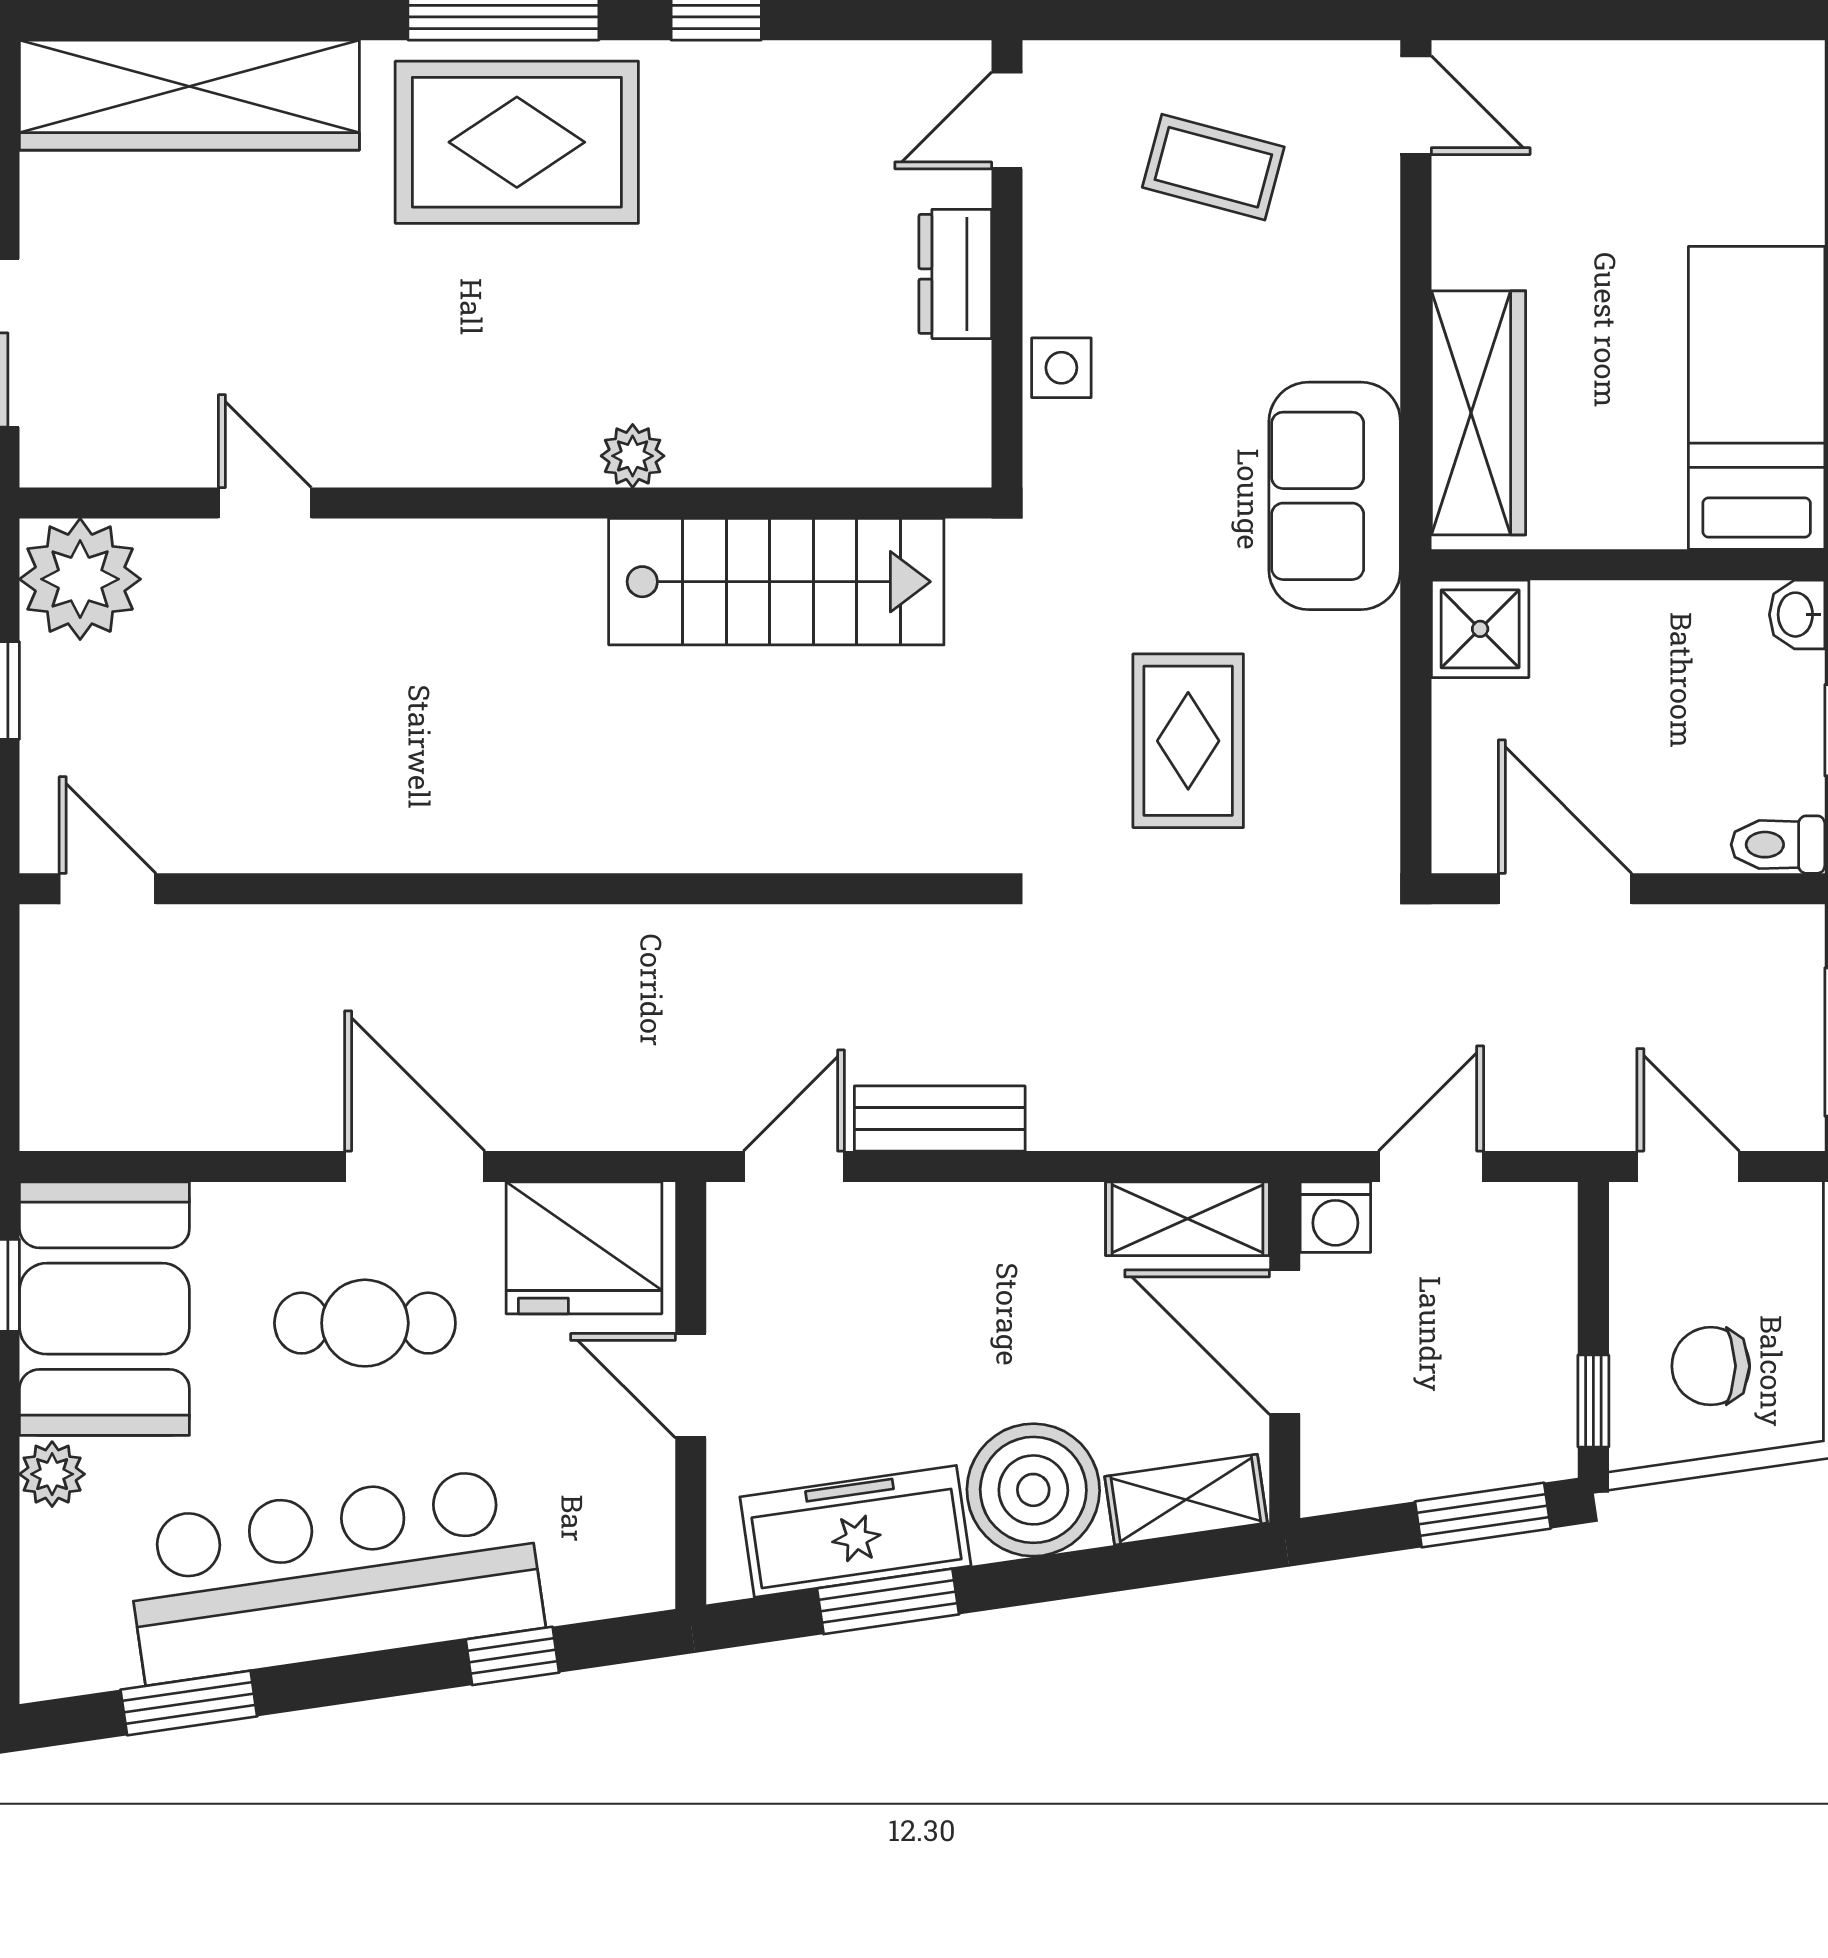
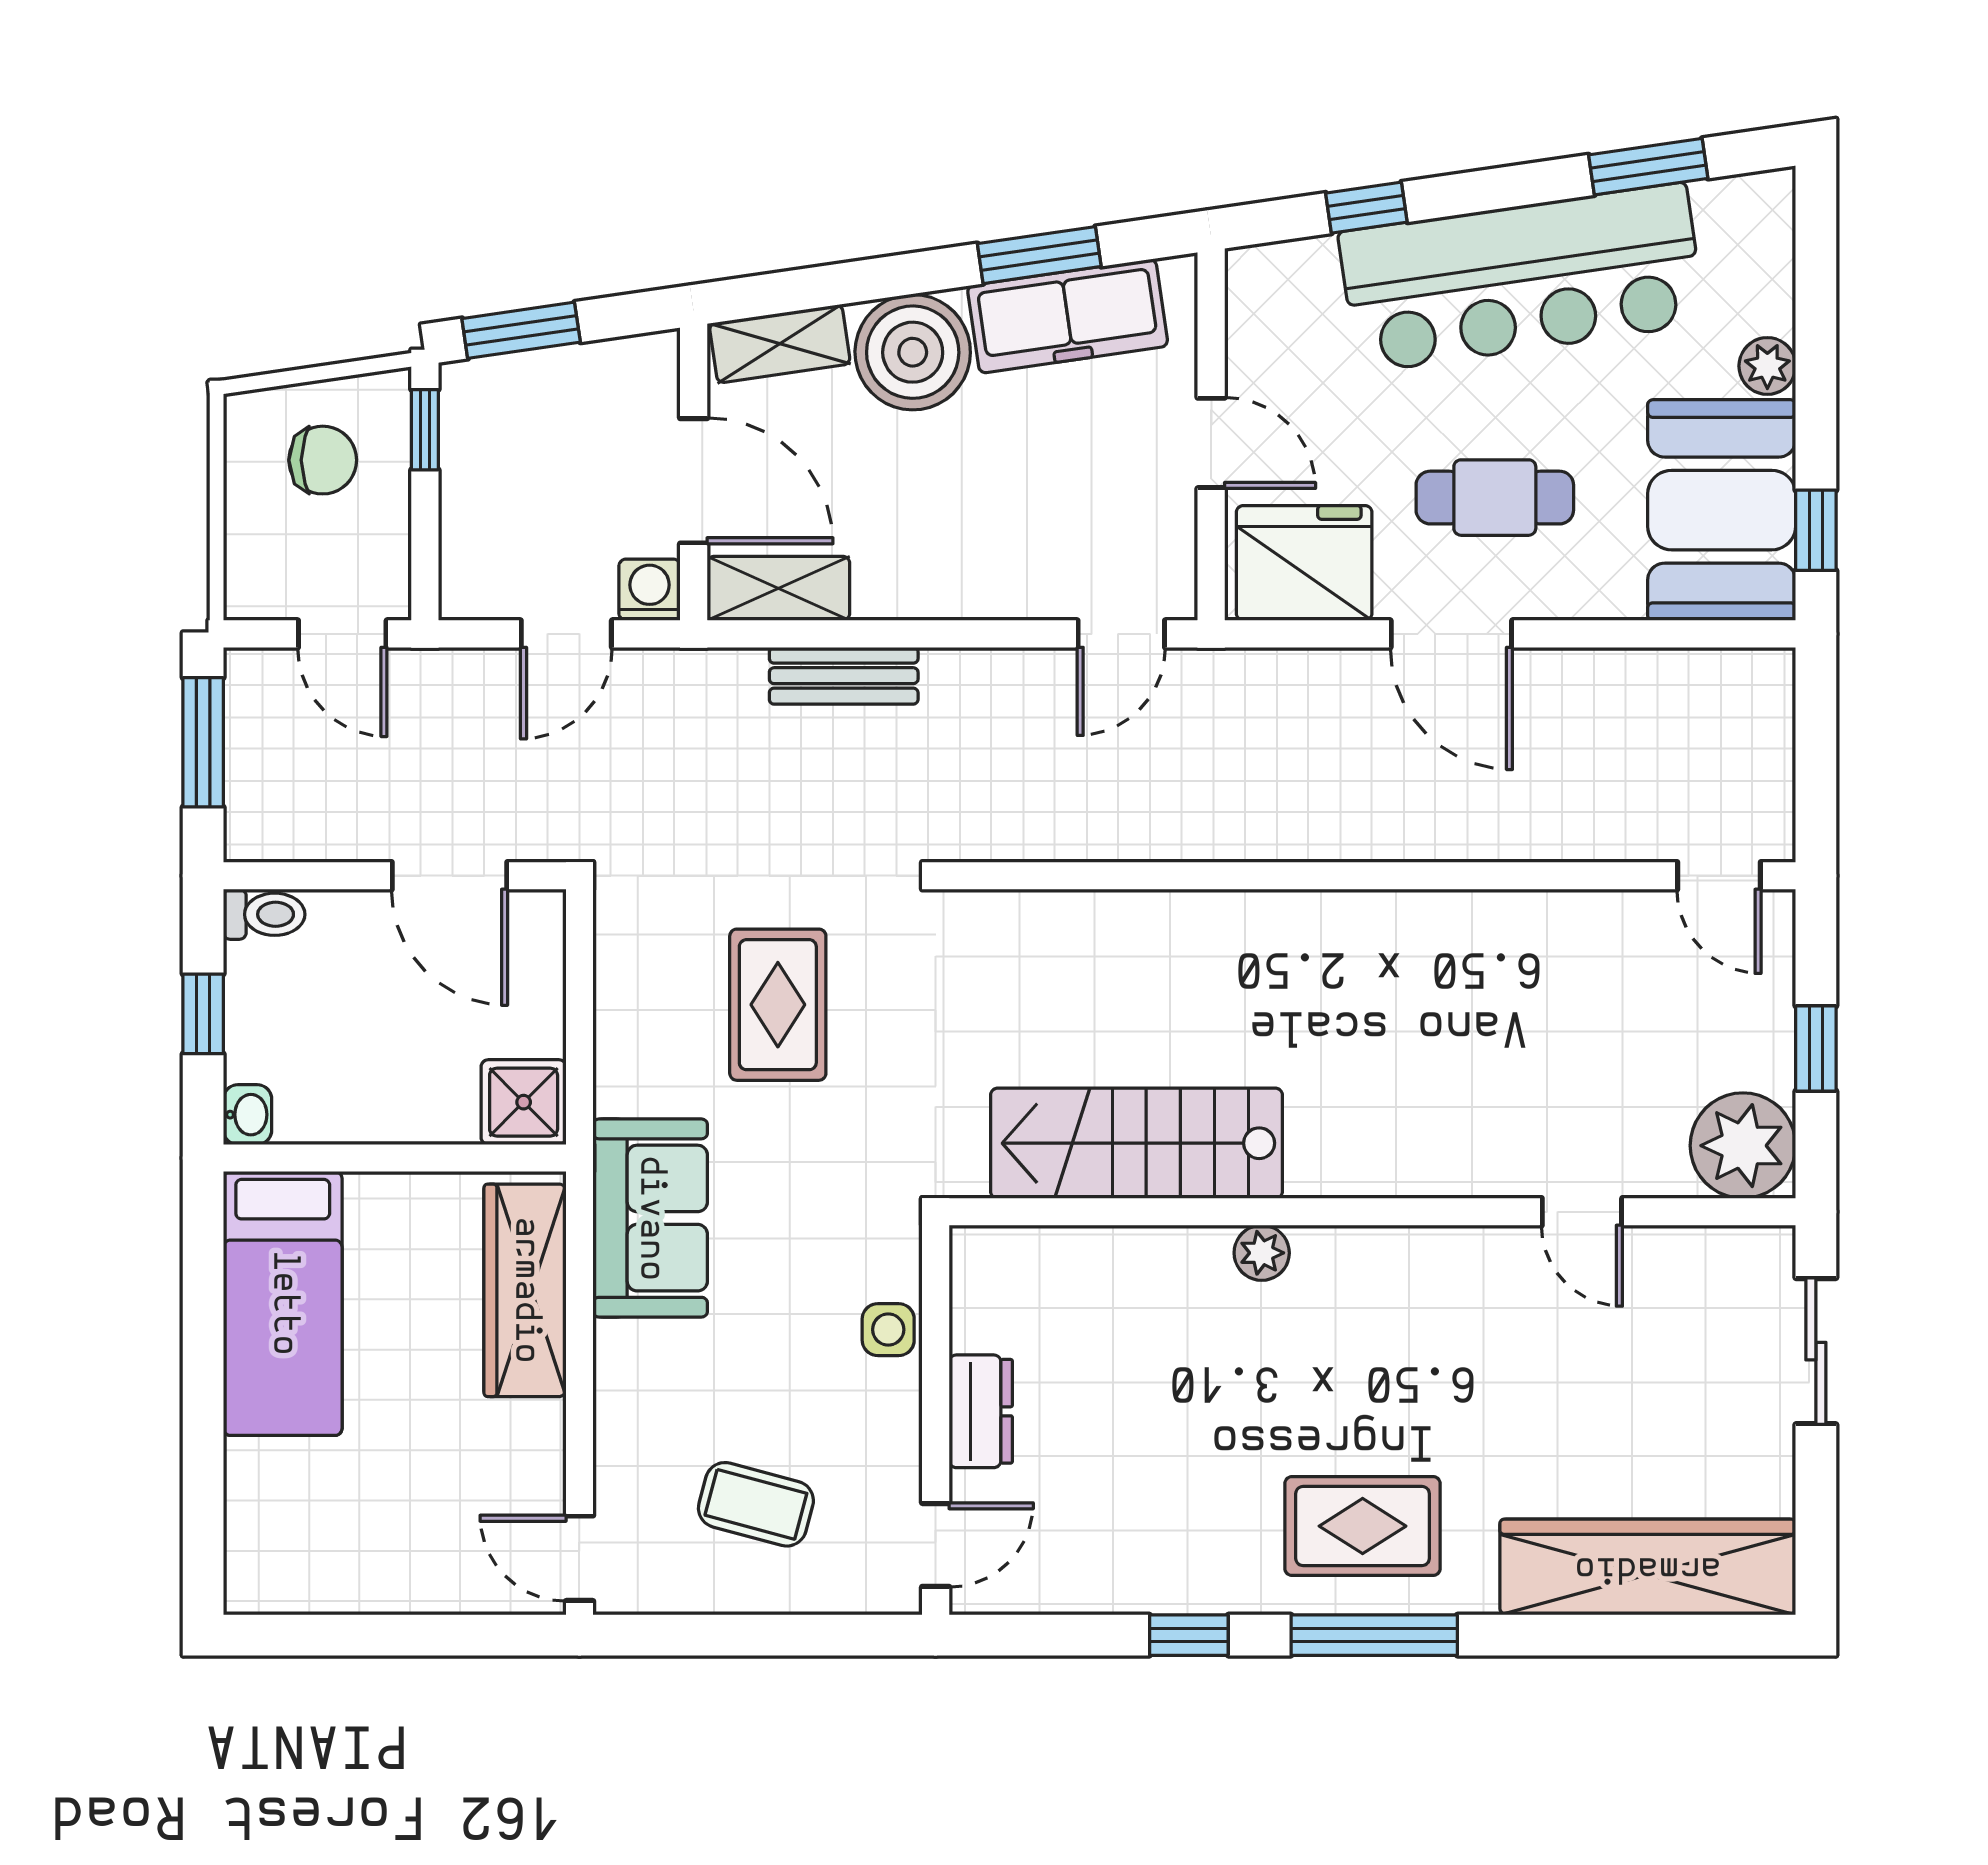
rug: (517, 142) -> (1363, 1526), width x0.73, depth x0.70
bench: (940, 1118) -> (844, 676), moved

